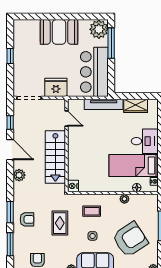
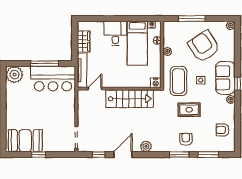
booth: (59, 32) -> (25, 141), moved, turned 90
window: (111, 43) -> (45, 64), moved
fridge: (56, 87) -> (67, 113), removed
door: (67, 119) -> (95, 89), moved
wall: (67, 145) -> (119, 89), moved
stairs: (55, 157) -> (130, 99), moved
nightstand: (73, 186) -> (156, 83), moved
coffee table: (92, 211) -> (178, 81), width x1.86, depth x1.72

